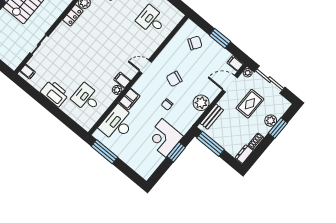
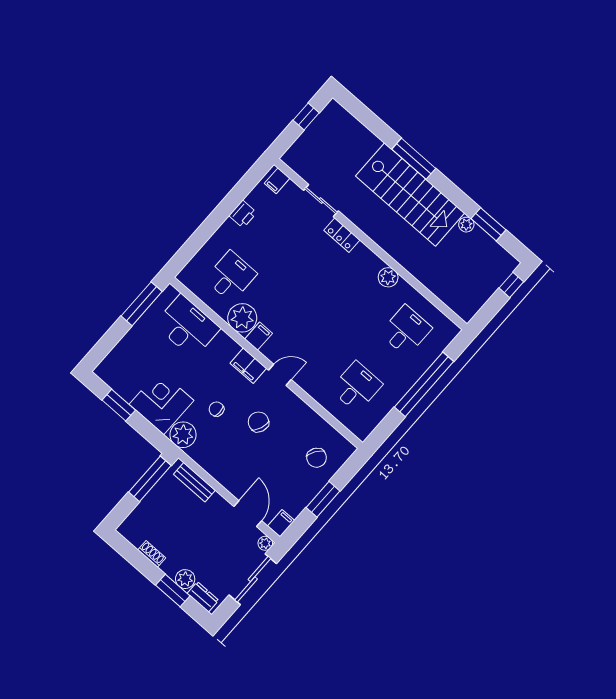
locker: (73, 15) -> (342, 235), moved
door: (145, 67) -> (280, 375), hinge flipped
plant: (117, 90) -> (242, 318), width x1.87, depth x1.87
printer: (55, 93) -> (243, 214), width x0.53, depth x0.68
filing cabinet: (129, 99) -> (248, 366), moved
plant: (201, 103) -> (183, 435), moved
rug: (250, 104) -> (214, 546), removed
window: (176, 152) -> (119, 405), moved
dresser: (244, 154) -> (203, 597), moved

